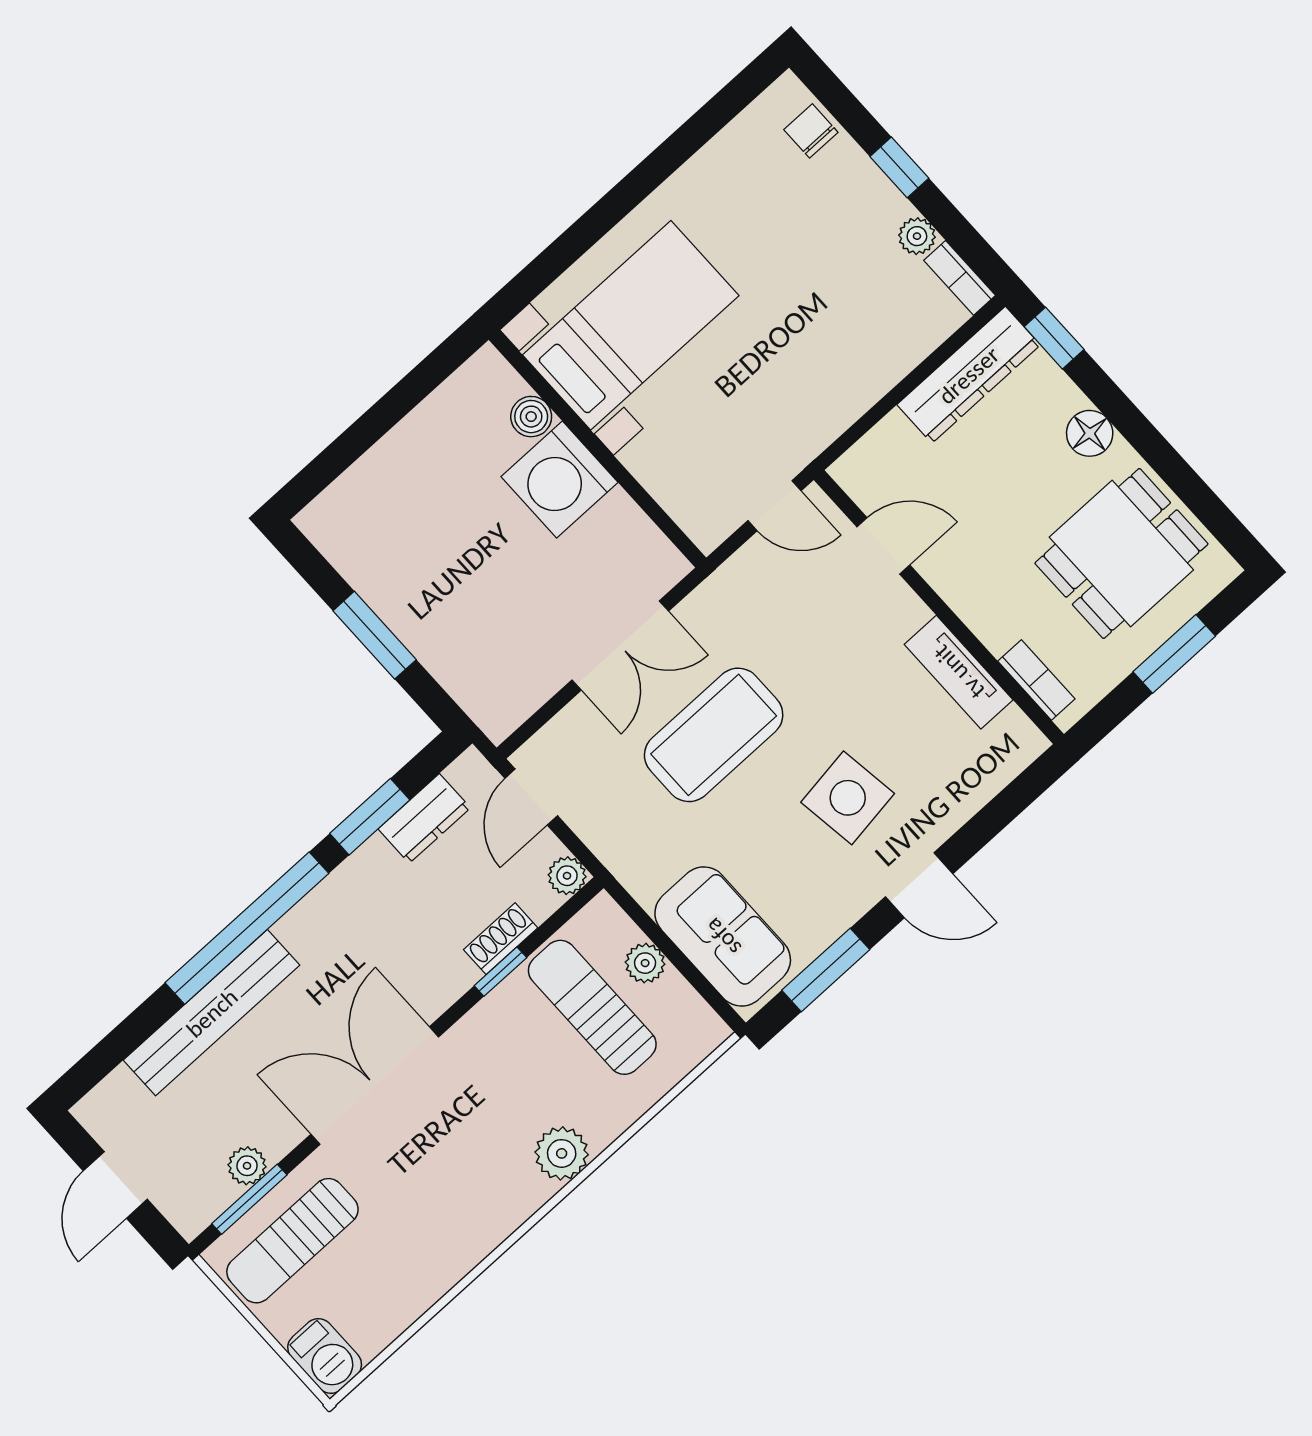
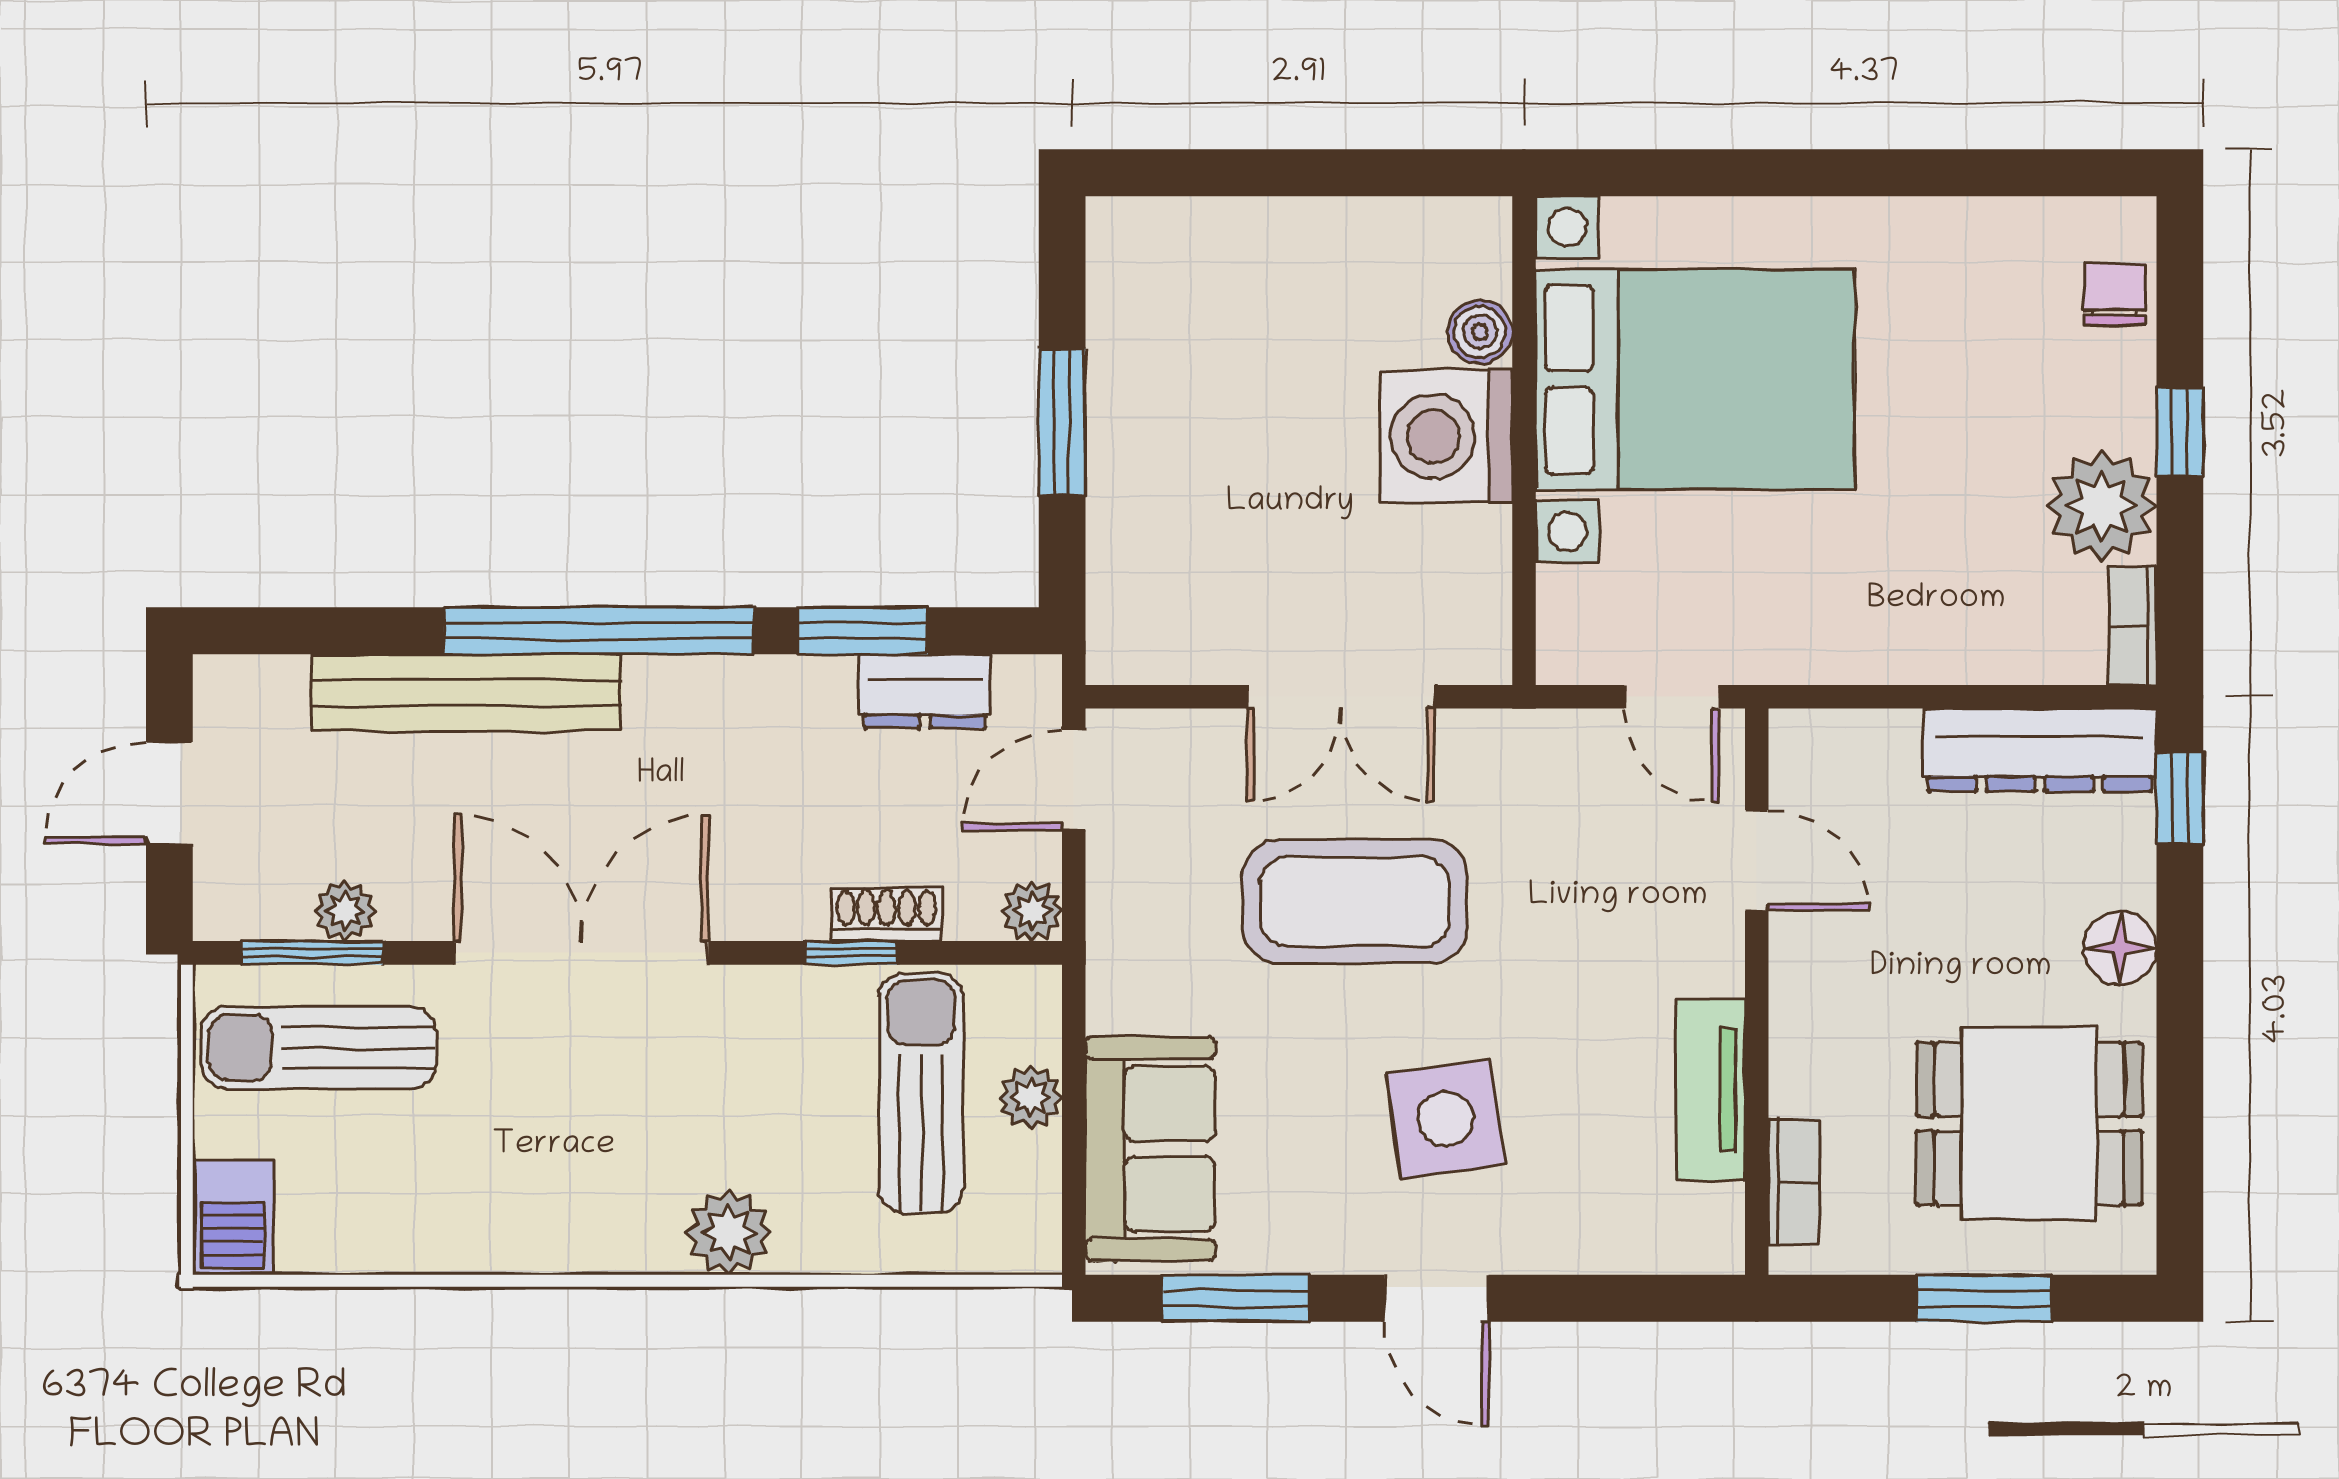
plant: (917, 236) -> (2101, 506), width x1.88, depth x1.88
bed with nightstands: (631, 325) -> (1695, 379), width x1.36

